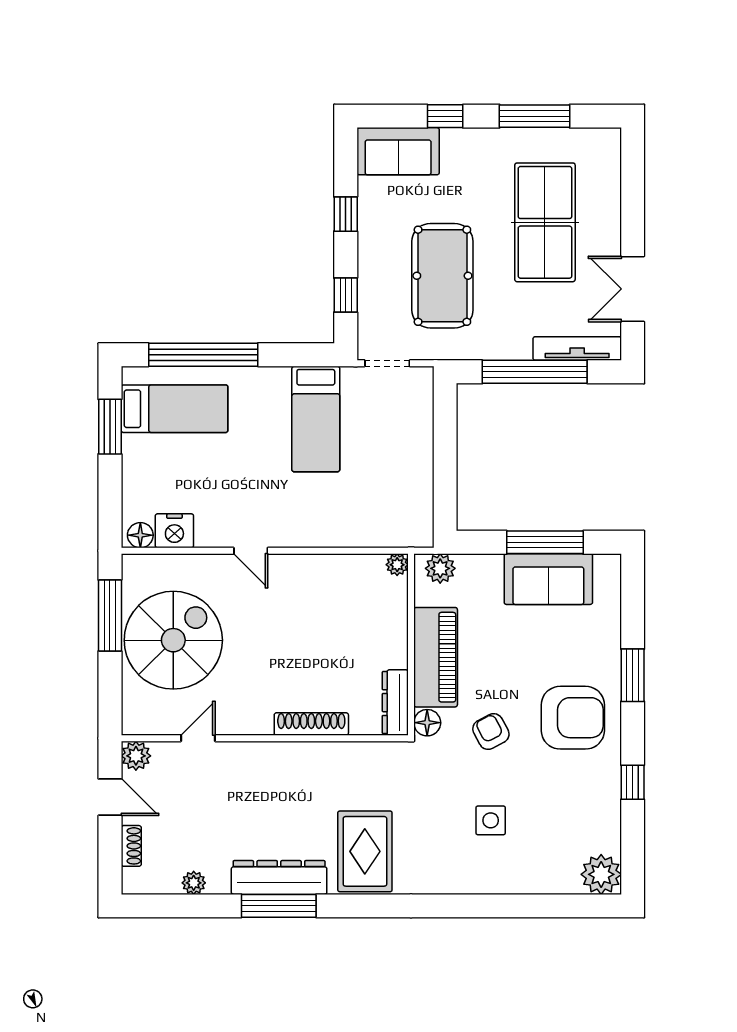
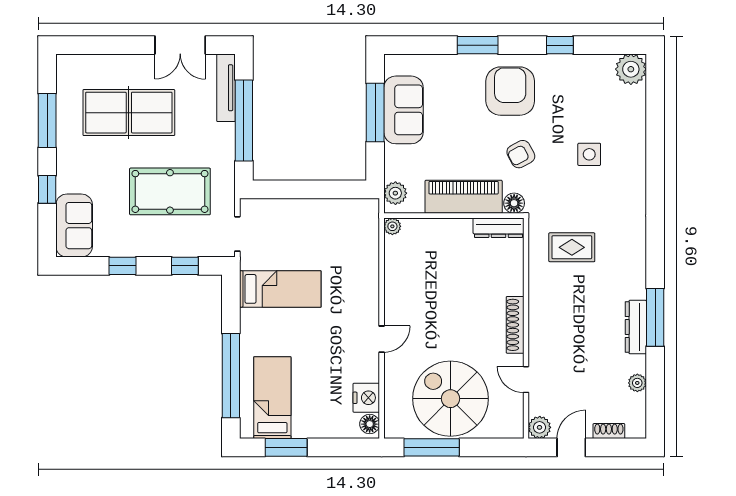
shoe rack: (311, 724) -> (515, 325), moved
rug: (365, 851) -> (572, 247), moved, width x0.73, depth x0.70
dresser: (279, 877) -> (636, 327), width x0.73, depth x0.80

